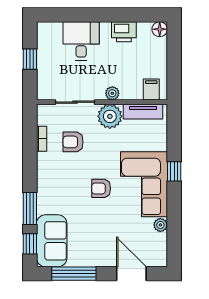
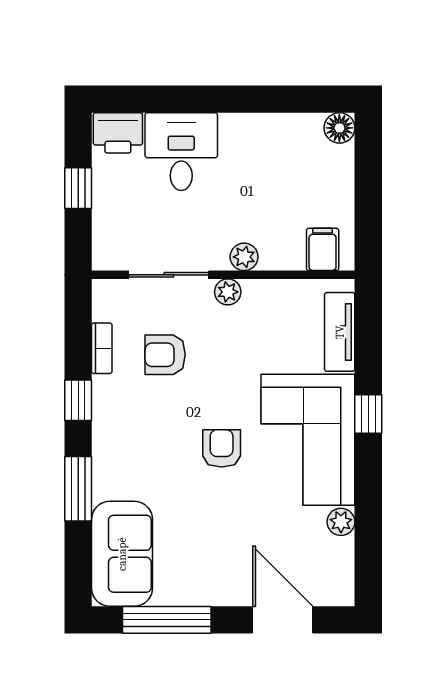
printer: (124, 32) -> (118, 133), moved
tv unit: (143, 112) -> (340, 332), moved, turned 90
plant: (110, 116) -> (228, 292), width x0.53, depth x0.53
armchair: (101, 188) -> (222, 448), turned 90
window: (30, 244) -> (78, 400), moved

